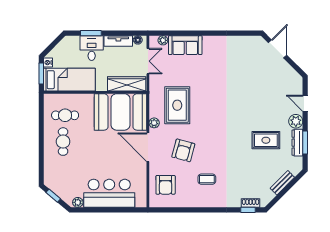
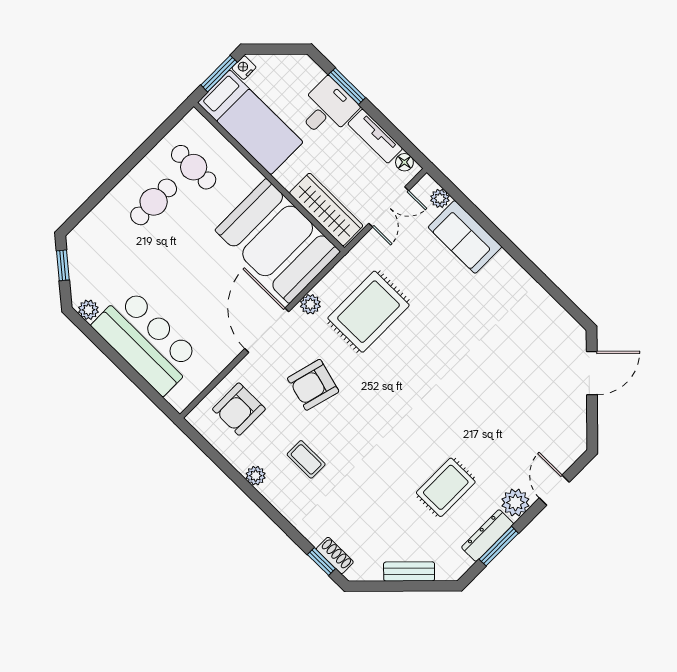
rug: (266, 140) -> (446, 487), turned 90
plant: (195, 203) -> (256, 476), added

